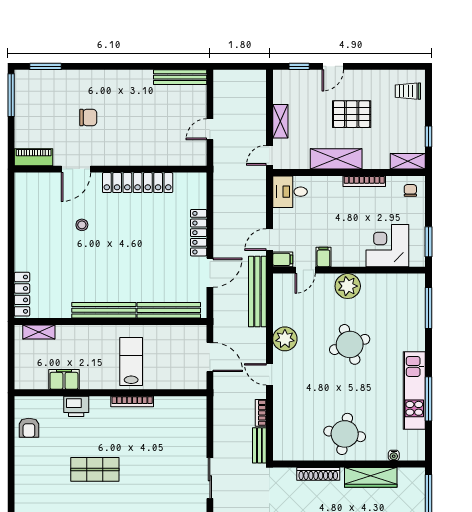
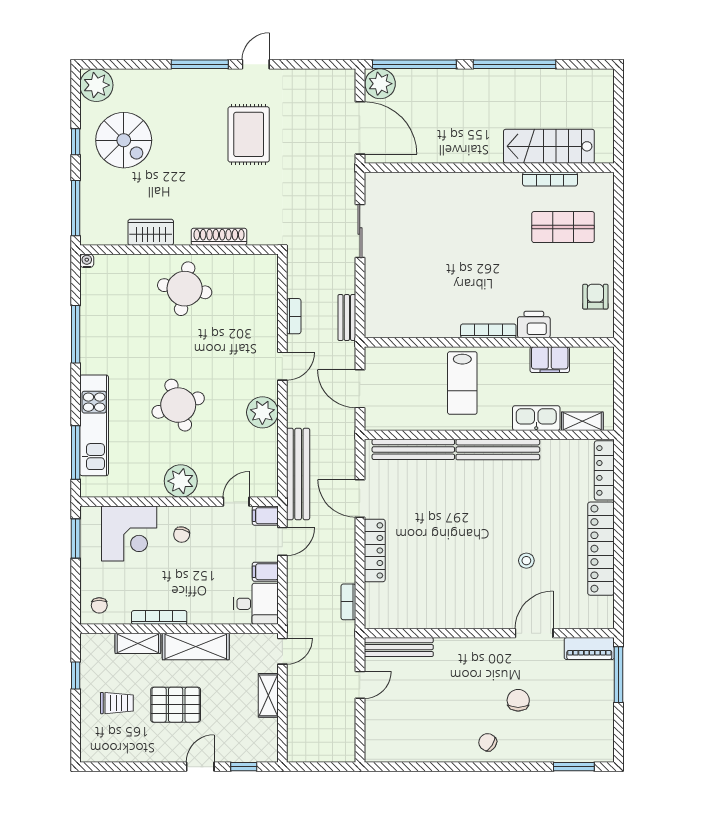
bench: (180, 77) -> (399, 647), moved
chair: (112, 85) -> (488, 742), added
trolley: (408, 91) -> (117, 703), moved
window: (11, 95) -> (619, 675), moved
chair: (88, 117) -> (518, 700), turned 90
shelving: (408, 161) -> (138, 643), moved
locker: (138, 183) -> (601, 549), moved, turned -90
bookcase: (219, 193) -> (348, 602), added
chair: (347, 245) -> (182, 535), added
filing cabinet: (323, 257) -> (265, 572), moved, turned 90
door: (210, 273) -> (360, 498), hinge flipped
kitchen sink: (74, 334) -> (536, 418), added
door: (269, 374) -> (282, 366), hinge flipped
kitchen unit: (414, 391) -> (94, 425), moved
bookcase: (132, 402) -> (488, 331), moved
bench: (259, 445) -> (347, 318), moved
water cooler: (394, 455) -> (87, 261), moved
shop shelf: (95, 469) -> (563, 227), moved
wardrobe: (371, 477) -> (151, 232), width x0.67

